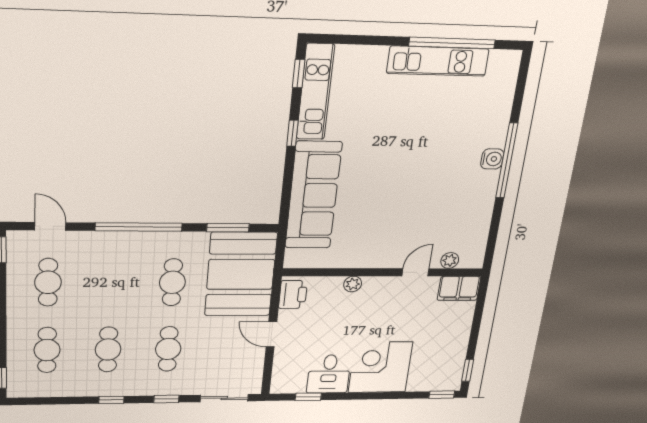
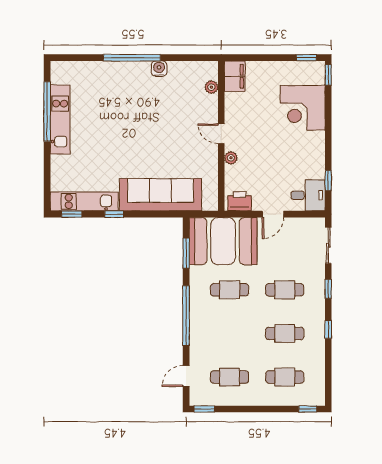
water cooler: (492, 159) -> (159, 69), moved
door: (415, 272) -> (221, 134), moved
corner desk: (380, 367) -> (303, 108), moved
desk: (329, 374) -> (308, 195), moved

